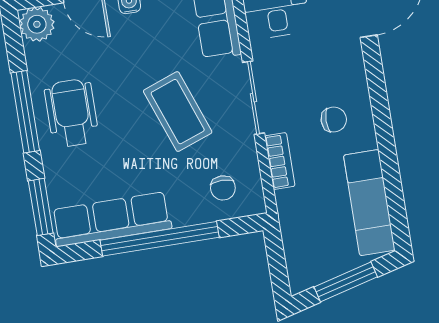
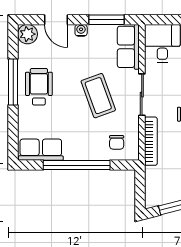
bookcase: (280, 161) -> (151, 141), width x1.56
window: (41, 207) -> (13, 136), removed
row of seats: (111, 219) -> (41, 150), width x0.68

